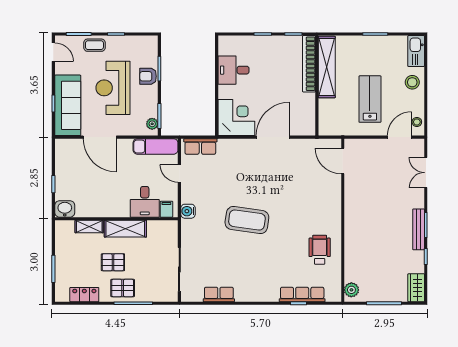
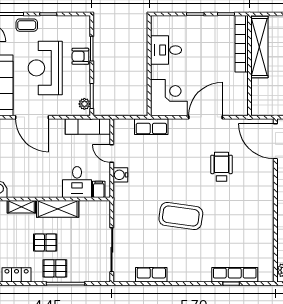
row of seats: (200, 147) -> (151, 127), moved
door: (343, 161) -> (275, 141), width x1.36
water cooler: (188, 211) -> (120, 175), moved
coffee table: (247, 220) -> (181, 216), moved
wheelchair: (320, 250) -> (221, 167), moved

